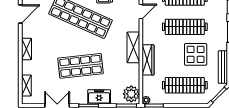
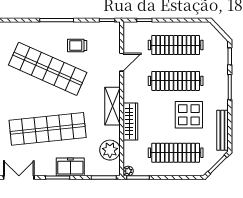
shop shelf: (81, 66) -> (48, 129), width x1.40
plant: (131, 94) -> (110, 150), moved

